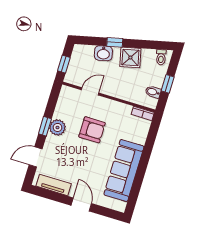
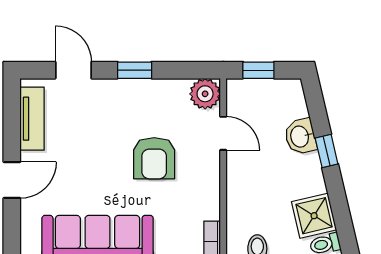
shower: (130, 57) -> (314, 216), moved
plant: (57, 127) -> (205, 94), moved

